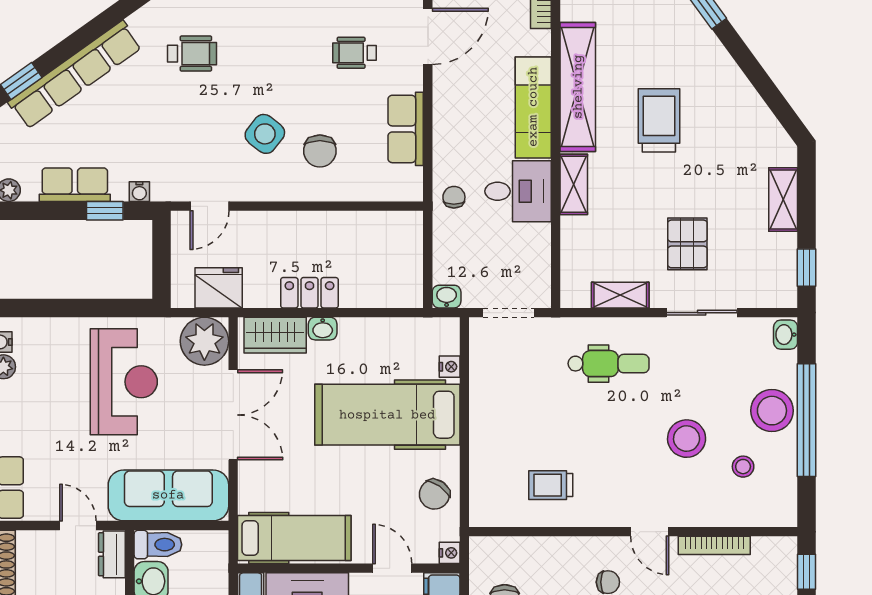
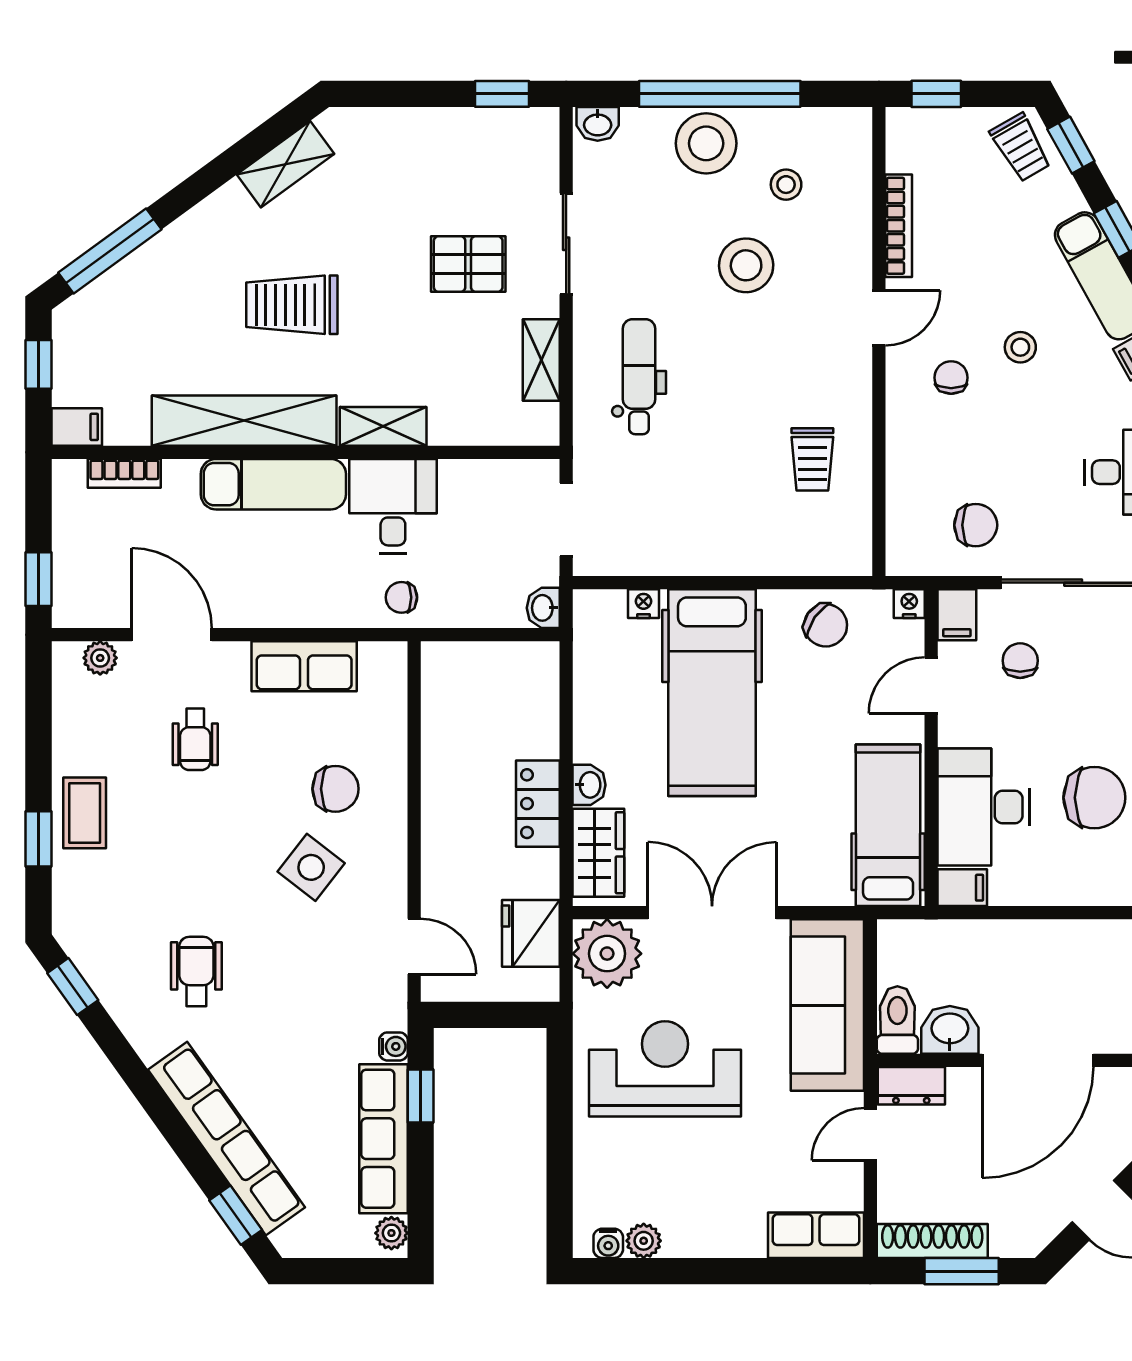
row of seats: (75, 185) -> (384, 1139), width x1.48
shelving: (783, 200) -> (285, 164), moved, turned -36

